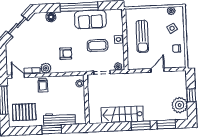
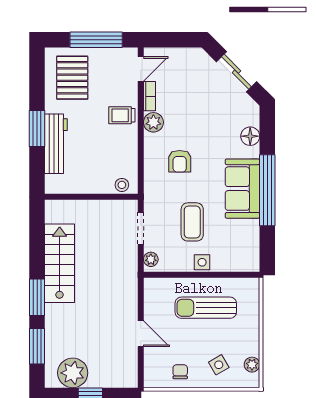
sofa: (90, 19) -> (242, 189), moved

